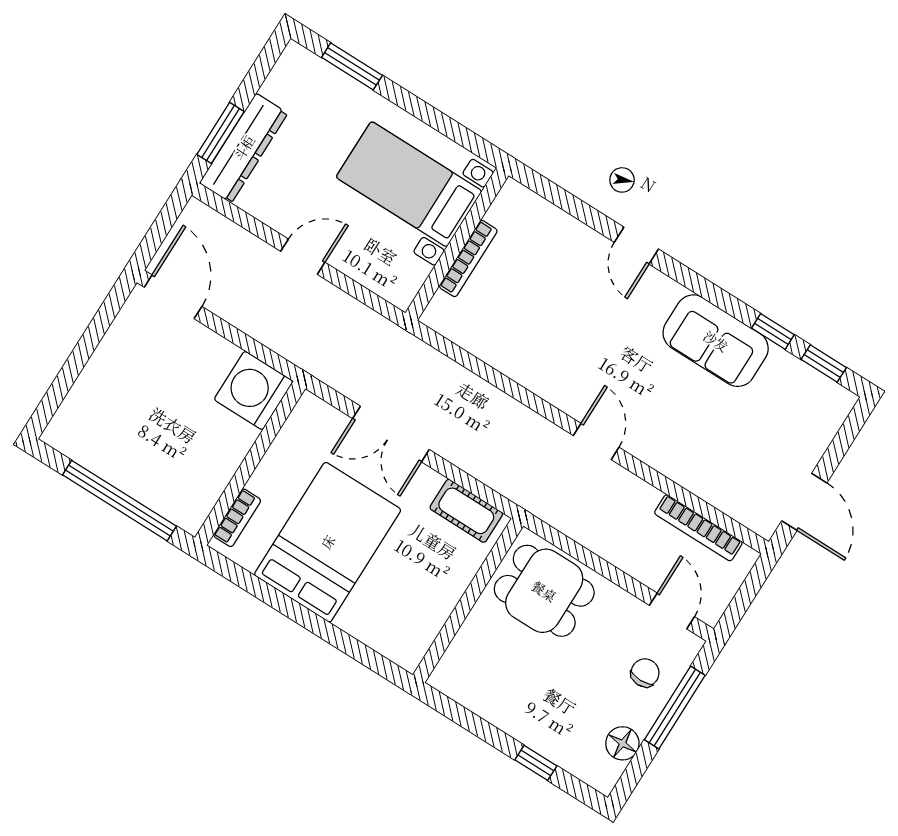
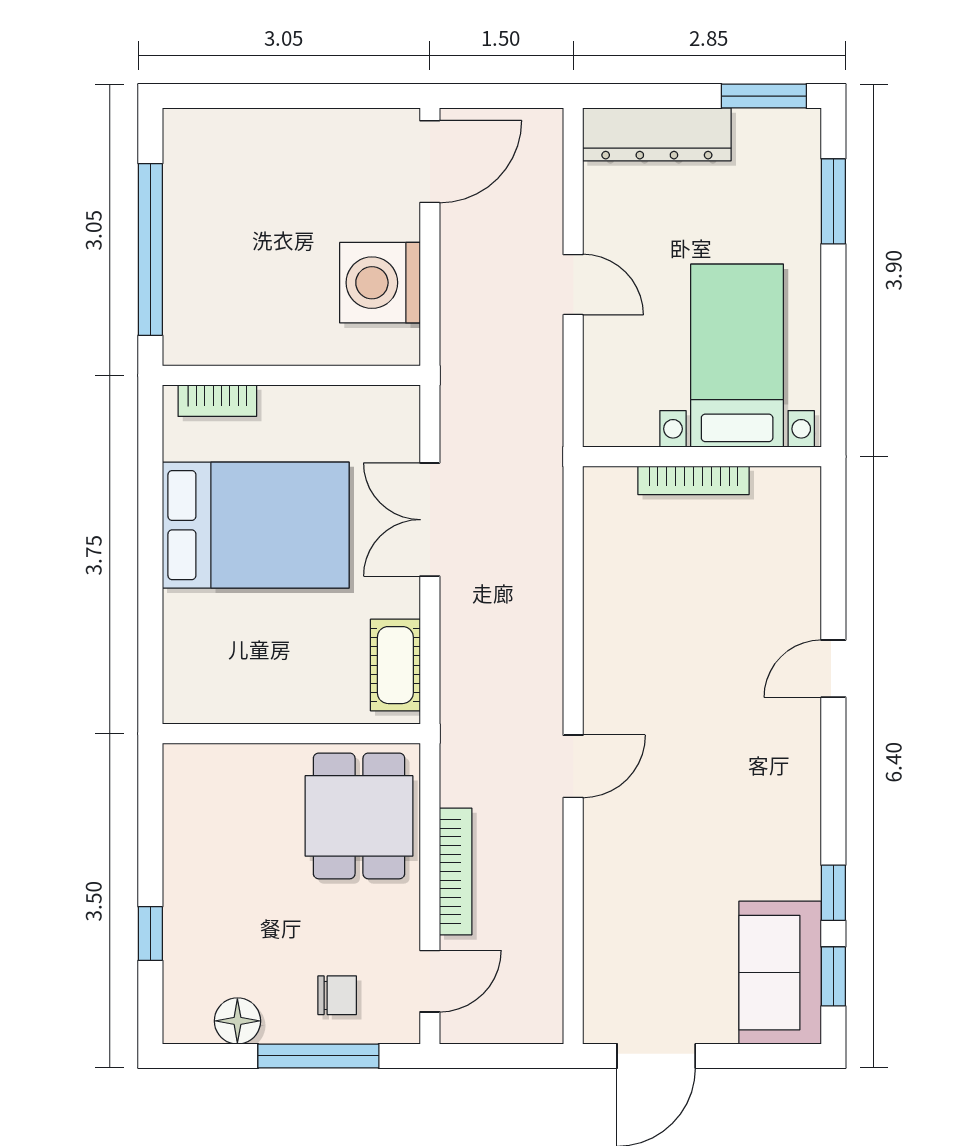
window: (221, 133) -> (764, 96), moved
sofa: (716, 341) -> (780, 973), moved
washing machine: (254, 390) -> (380, 283), moved, turned -90
bookcase: (698, 528) -> (456, 872), moved, turned 180

